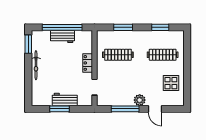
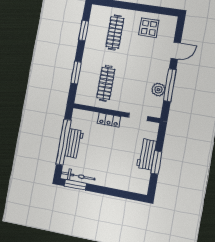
bicycle: (36, 65) -> (78, 176), moved
plant: (140, 100) -> (158, 90), moved

